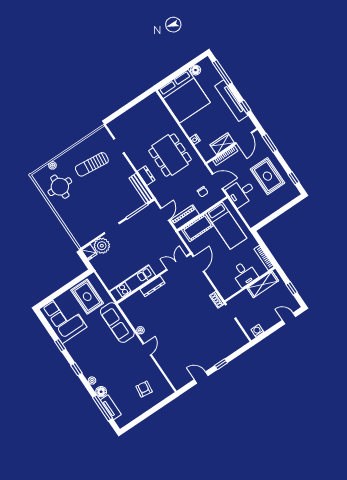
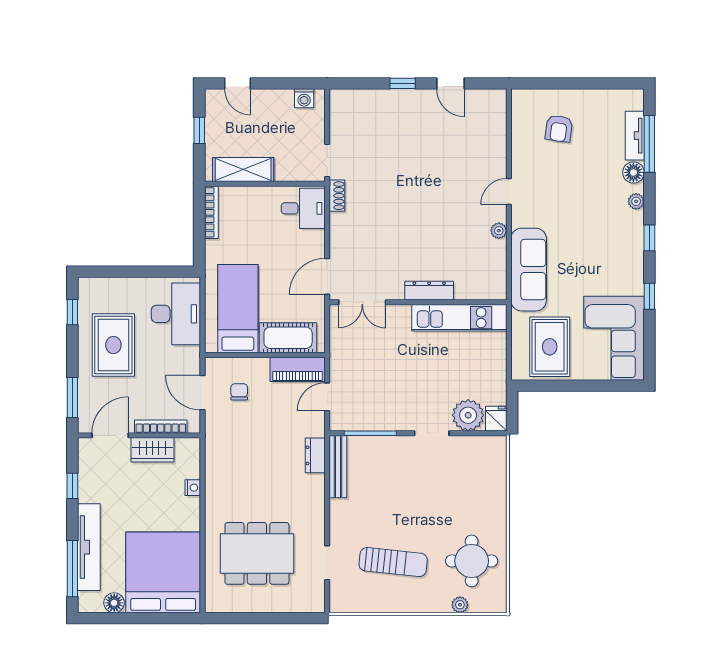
tv unit: (231, 101) -> (89, 547), moved
dining table: (170, 155) -> (257, 553), moved, turned 90
dresser: (146, 176) -> (315, 455), moved
desk: (241, 193) -> (176, 314), moved, width x1.37
desk: (244, 274) -> (303, 208), moved, turned 90

